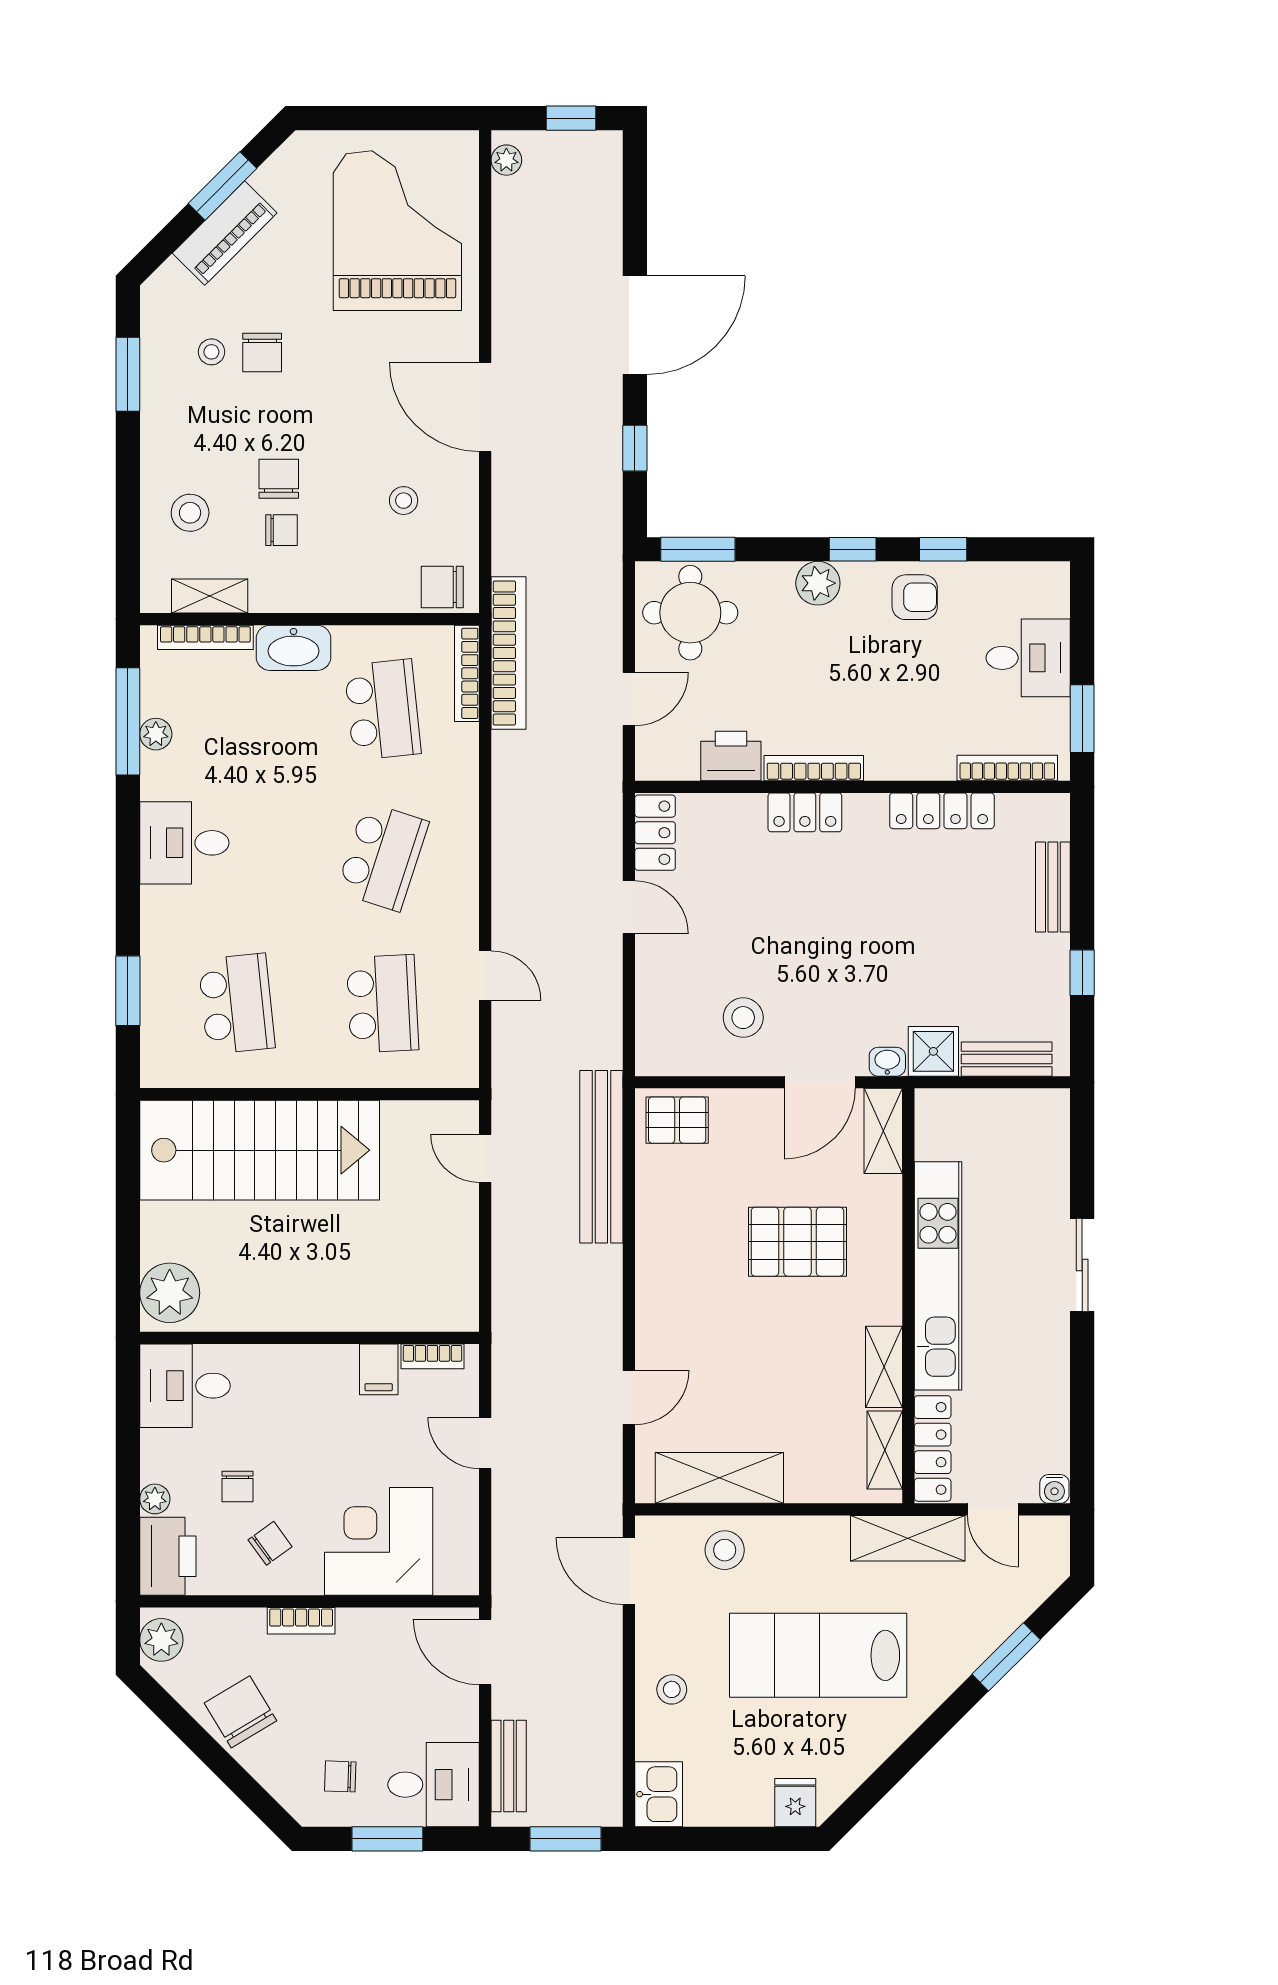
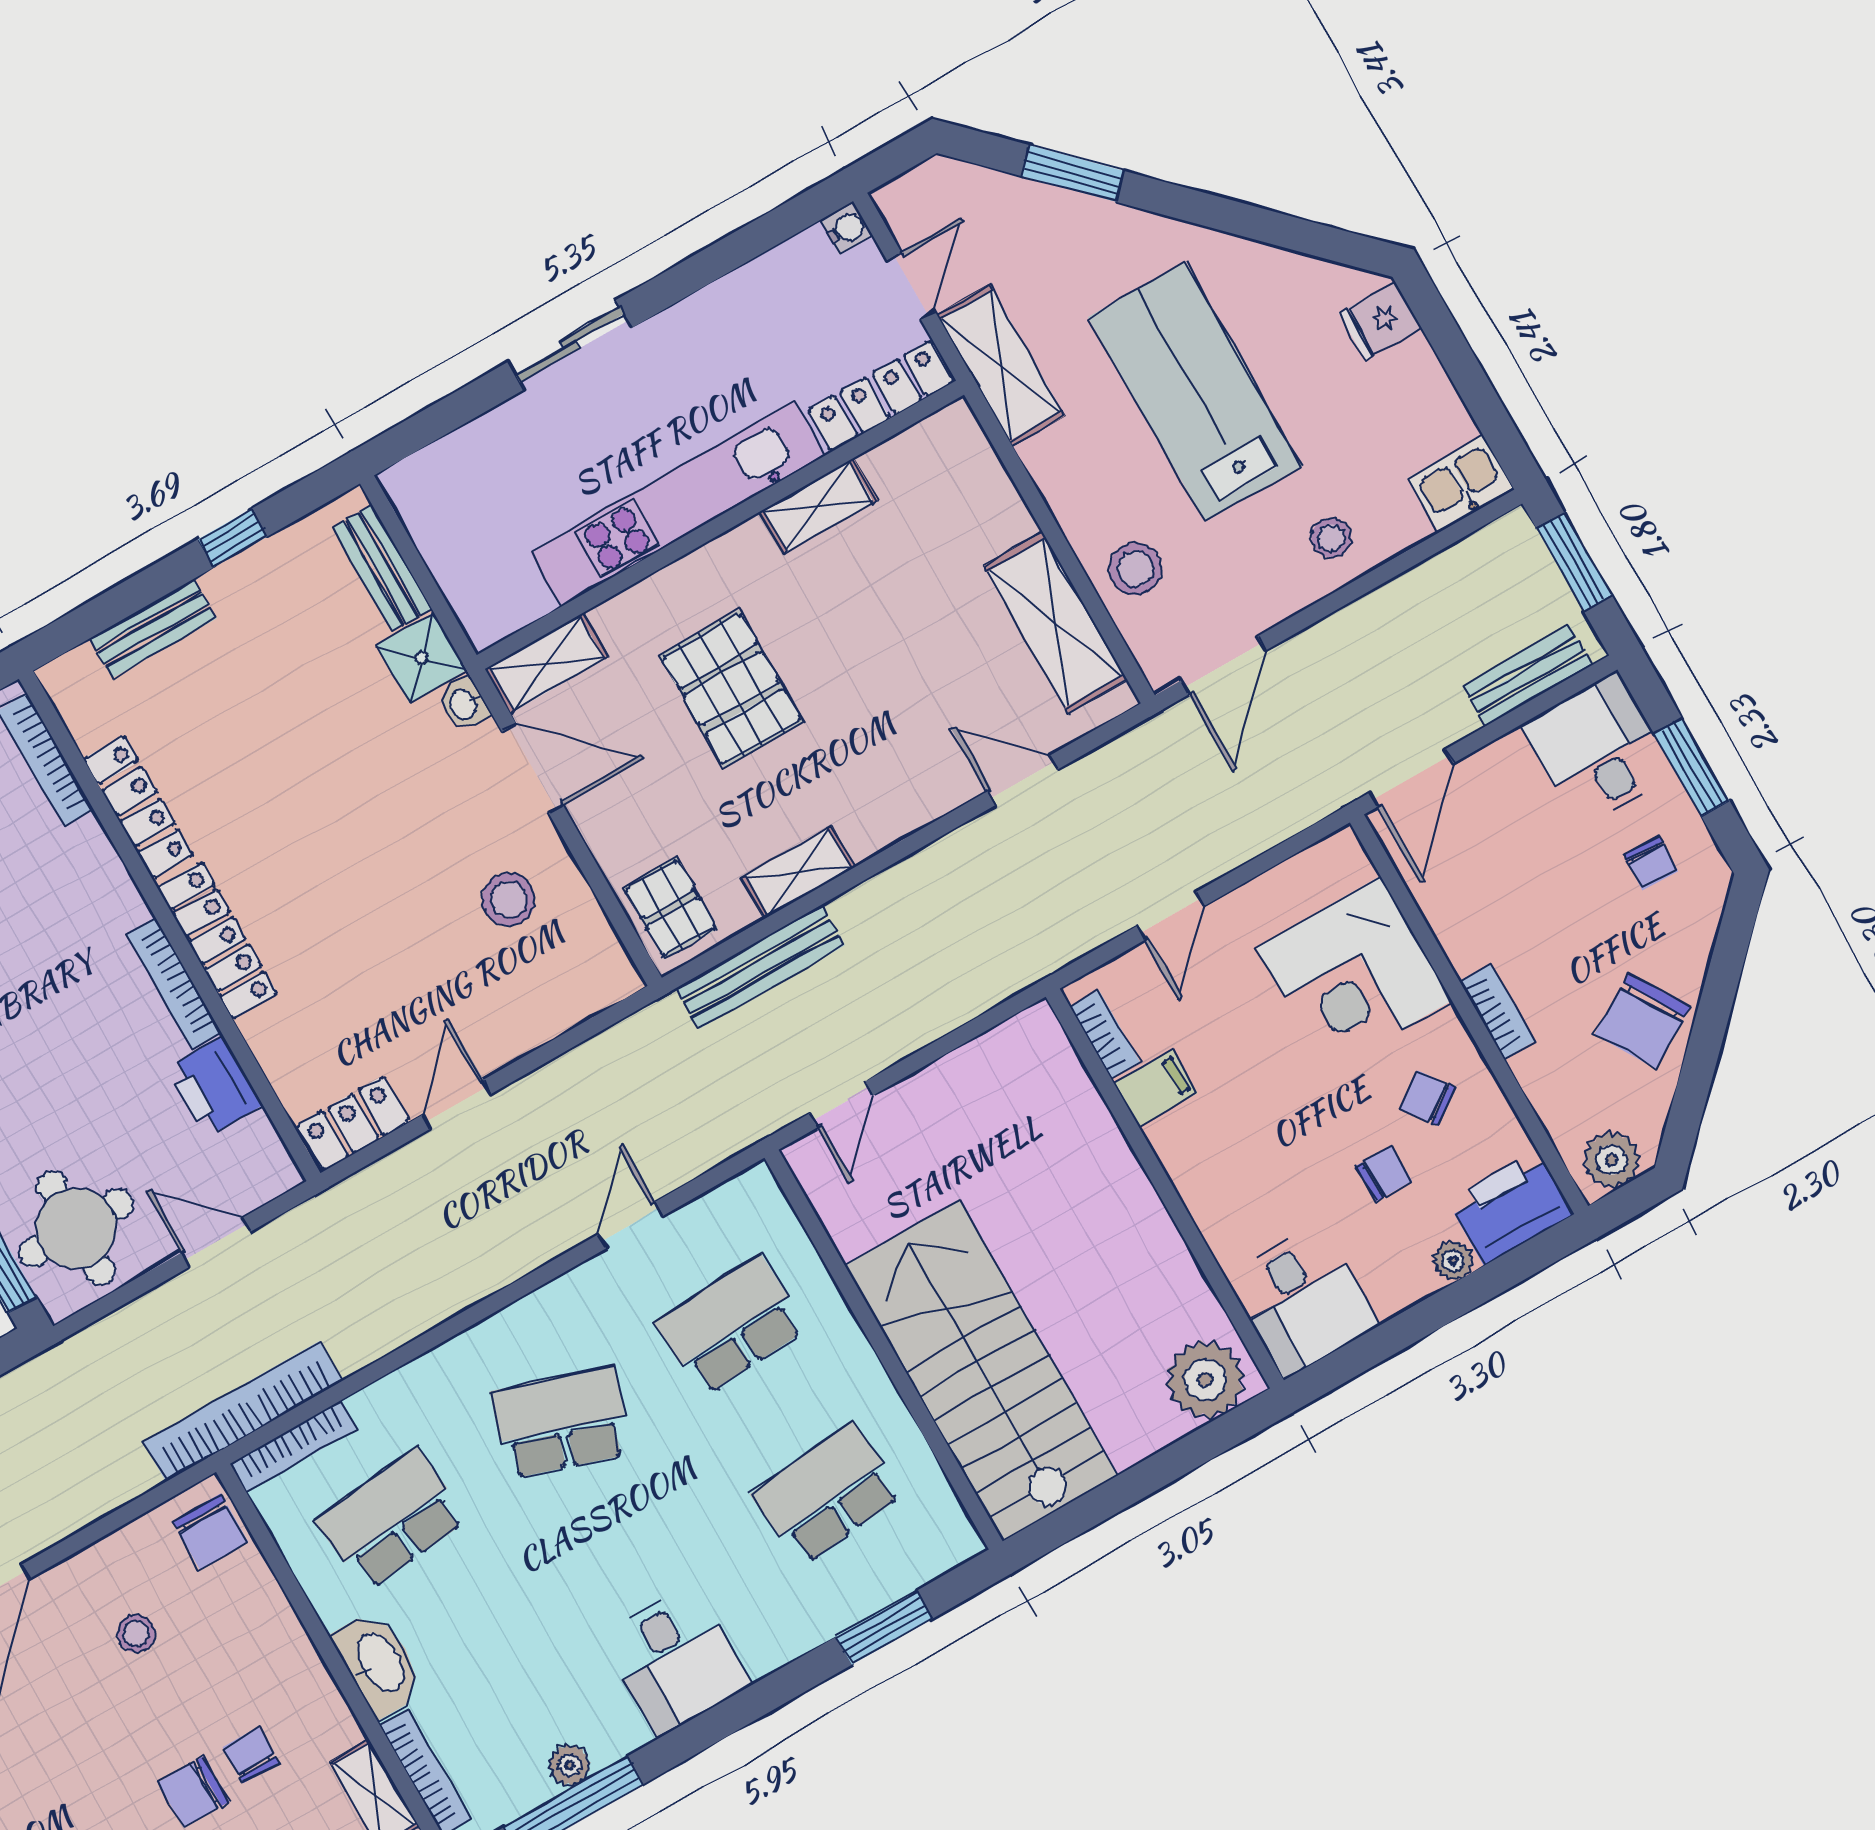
locker: (805, 812) -> (217, 941), width x1.53
bench: (601, 1157) -> (760, 967), width x0.73, depth x0.82
shelving: (885, 1450) -> (798, 873), moved
lab bench: (818, 1655) -> (1195, 391), turned 180

